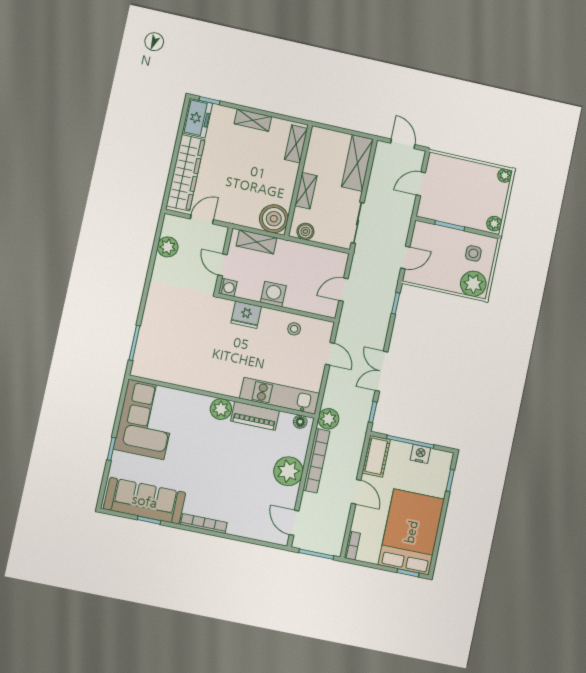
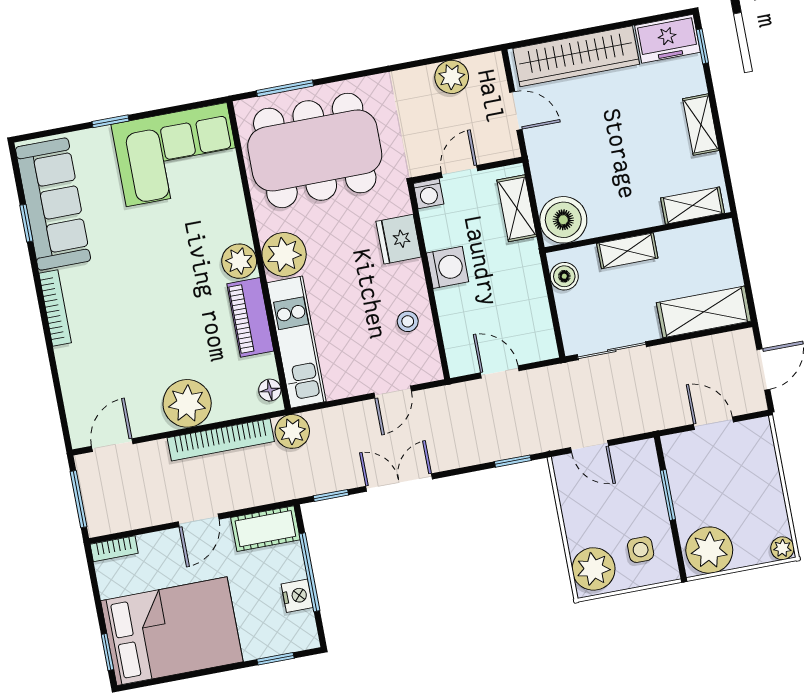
plant: (494, 224) -> (709, 550), width x1.87, depth x1.87
dining table: (177, 341) -> (315, 150), added
plant: (228, 382) -> (284, 254), added

